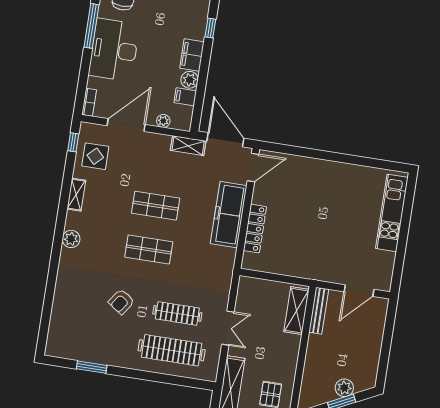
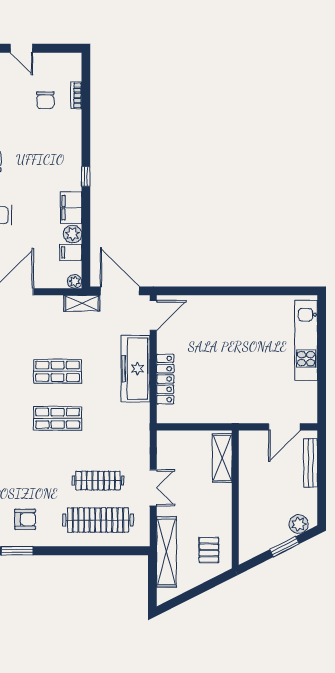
plant: (163, 121) -> (75, 281), moved
armchair: (121, 302) -> (25, 519), moved, turned -125
bench: (319, 311) -> (311, 463), moved
plant: (344, 388) -> (299, 524), moved

